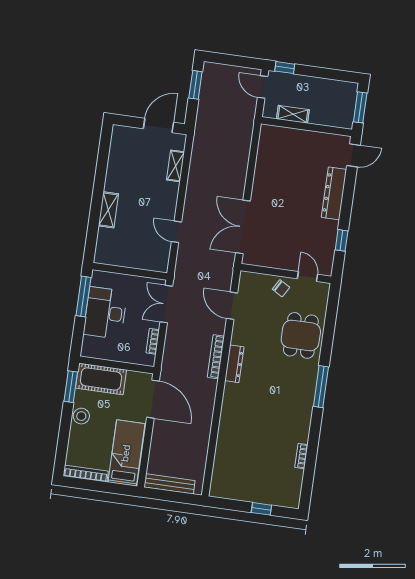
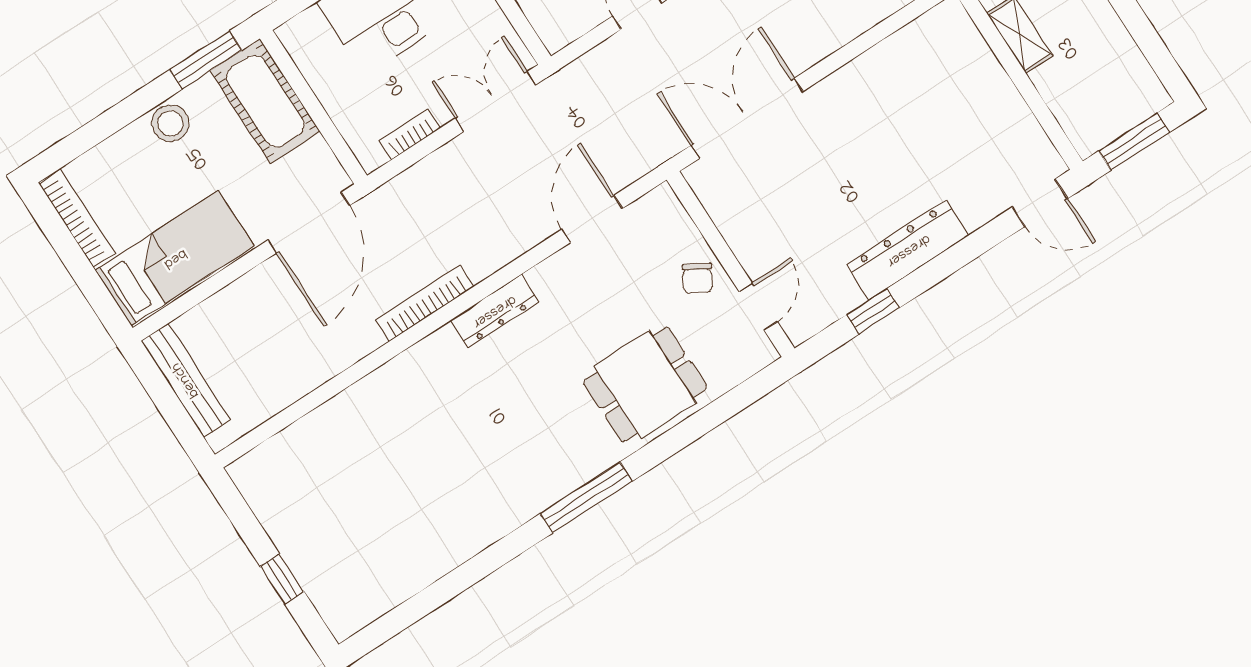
dresser: (334, 193) -> (908, 250), moved
bookcase: (216, 357) -> (425, 303), moved
bookcase: (301, 456) -> (435, 569), removed

